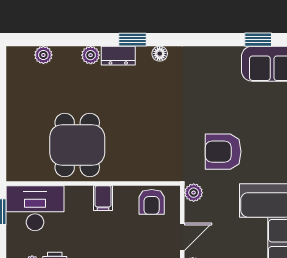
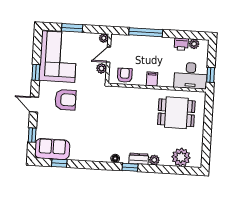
plant: (43, 55) -> (181, 157), width x1.88, depth x1.88
dining table: (77, 145) -> (176, 113), moved, turned 90
armchair: (223, 152) -> (65, 100), moved
plant: (194, 193) -> (101, 68), moved

